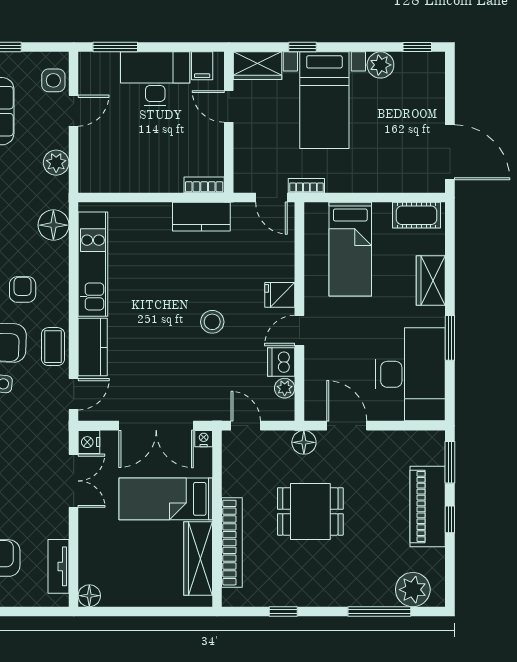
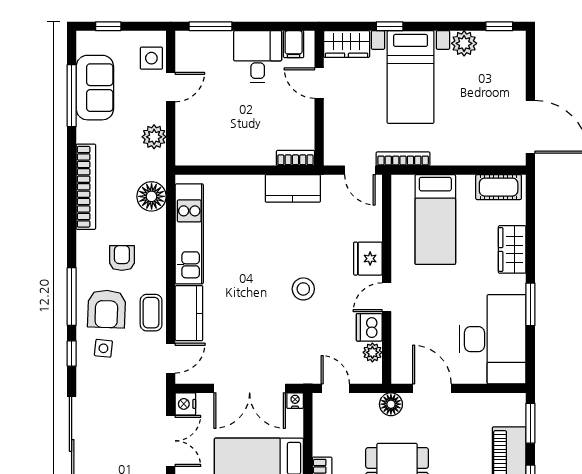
desk: (155, 79) -> (258, 57), width x0.73
bookcase: (306, 186) -> (403, 159), width x1.56
fridge: (280, 295) -> (368, 259), width x1.38

